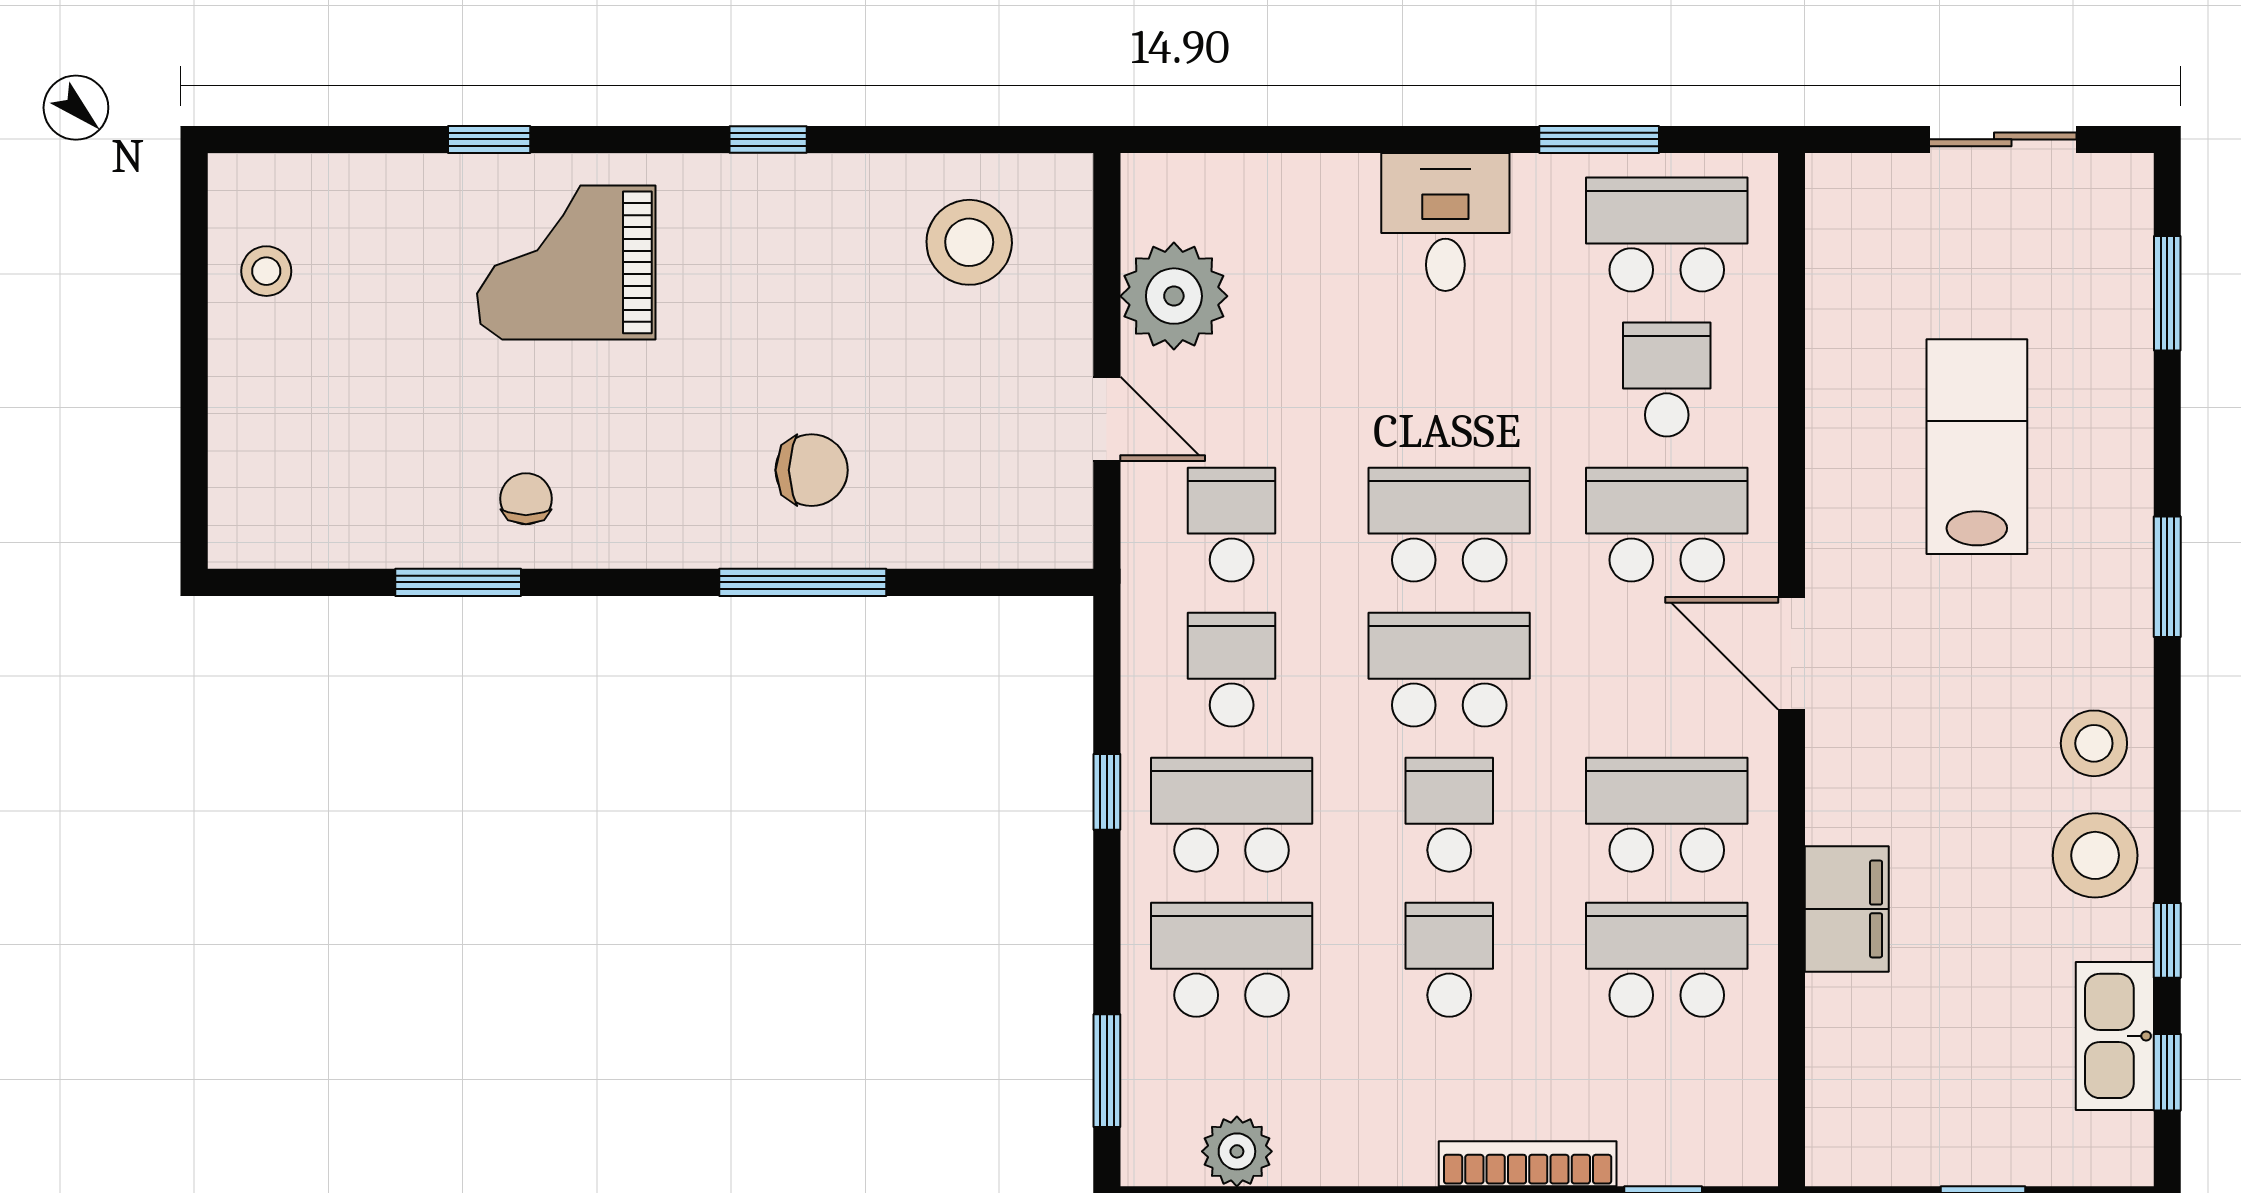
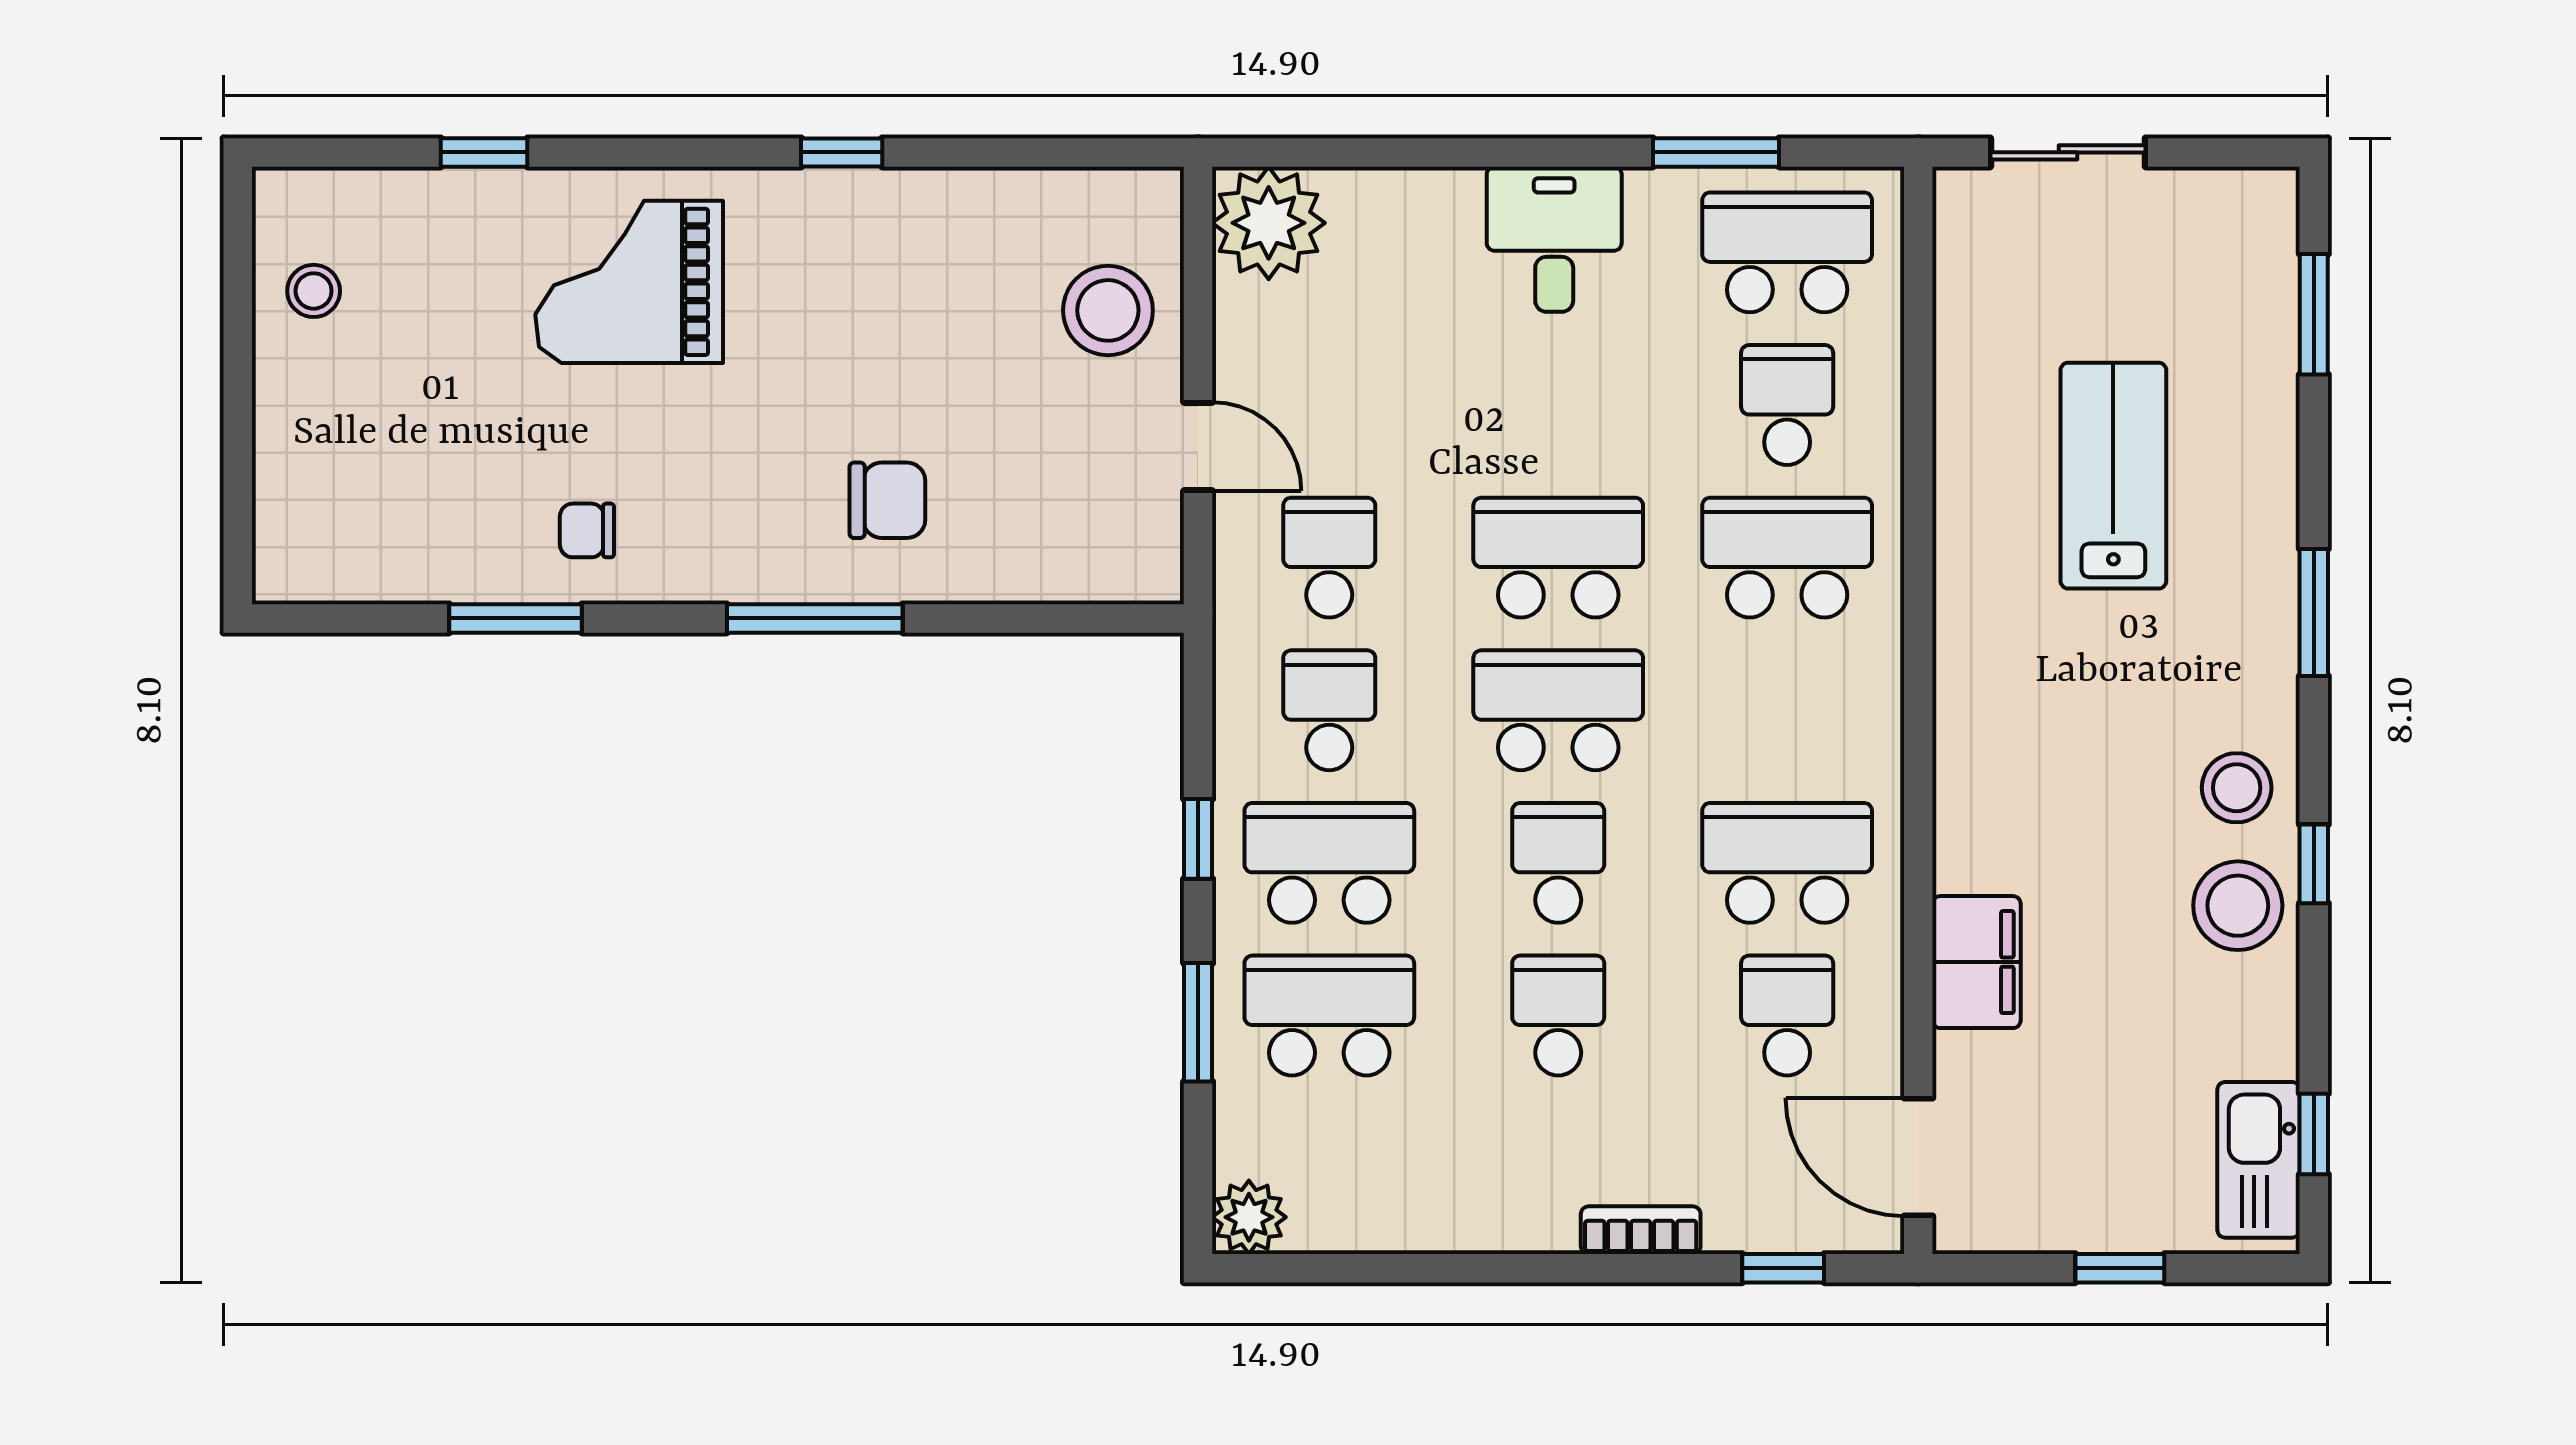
window: (489, 139) -> (484, 152), moved
sliding door: (2003, 139) -> (2068, 152), moved
stool: (969, 242) -> (1108, 310), moved
plant: (1174, 296) -> (1269, 223), moved
chair: (526, 499) -> (587, 530), turned -90
window: (803, 582) -> (815, 618), moved
door: (1791, 653) -> (1918, 1157), moved
window: (2167, 940) -> (2314, 864), moved
school desk: (1667, 960) -> (1787, 1016), width x0.54
kitchen sink: (2115, 1036) -> (2259, 1160), moved
window: (1107, 1071) -> (1198, 1022), moved
plant: (1237, 1151) -> (1249, 1217), moved
bookcase: (1528, 1164) -> (1641, 1230), width x0.64

